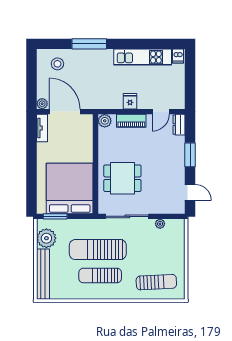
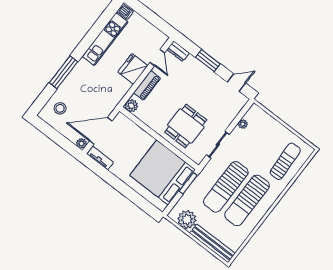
fridge: (130, 101) -> (133, 69), width x1.88, depth x1.34
window: (55, 216) -> (188, 183), moved
sliding door: (127, 216) -> (218, 145), width x0.73
sun lounger: (100, 275) -> (247, 200), width x1.36, depth x1.34

